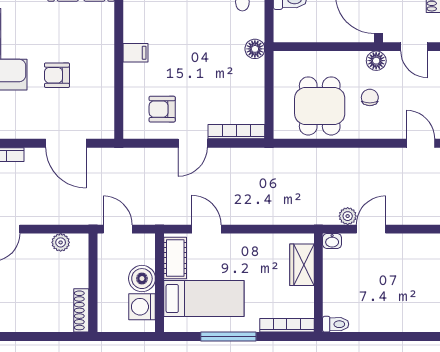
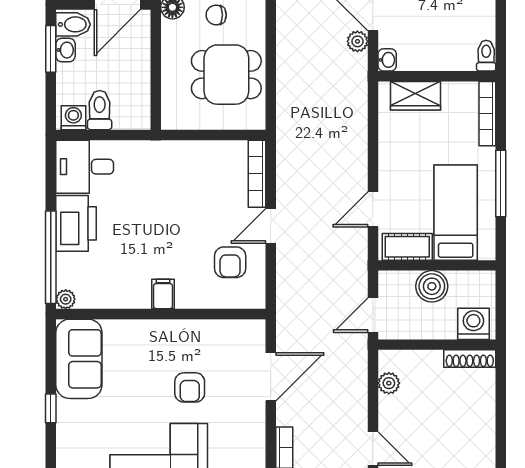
floor lamp: (255, 49) -> (158, 152), removed
door: (193, 143) -> (271, 226), swing flipped
washing machine: (142, 307) -> (473, 324), moved, turned 180

